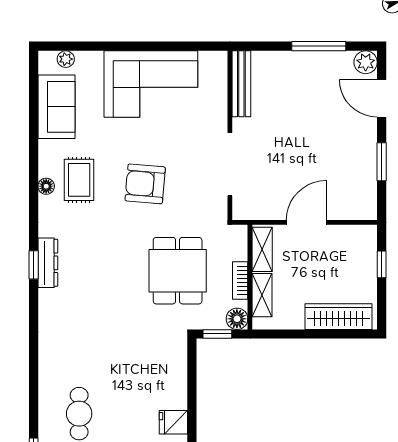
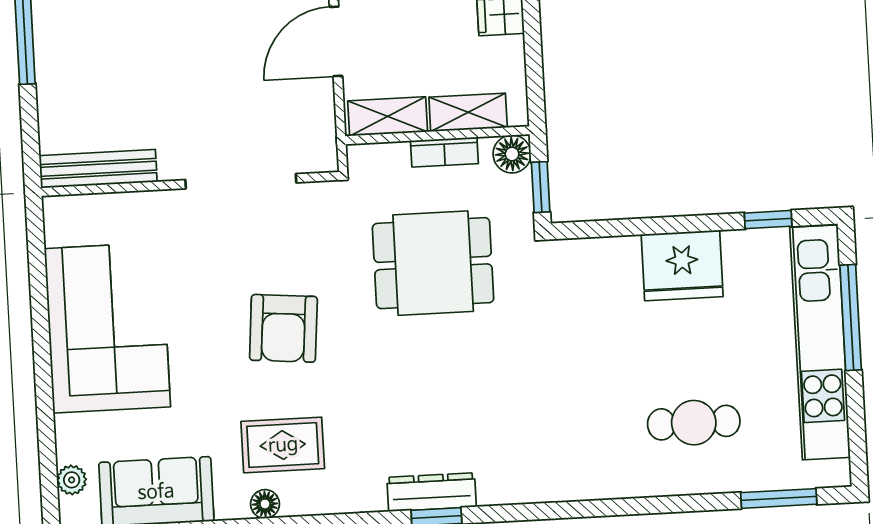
floor lamp: (46, 186) -> (265, 504), moved
door: (306, 222) -> (336, 41), hinge flipped
fridge: (173, 422) -> (682, 265), width x1.88, depth x1.34

